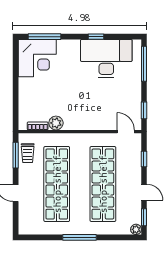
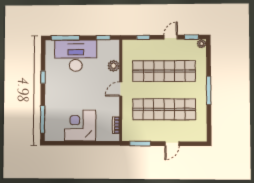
corner desk: (37, 58) -> (80, 125), moved, turned -90
desk: (106, 59) -> (76, 56), moved, turned 90
plant: (56, 123) -> (114, 66), moved
door: (126, 132) -> (121, 89), moved
trolley: (28, 153) -> (138, 133), removed

